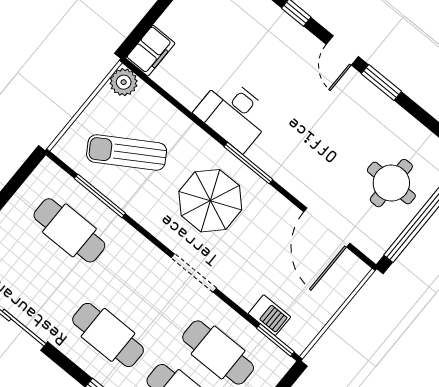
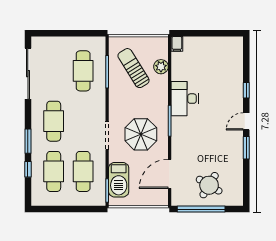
filing cabinet: (150, 51) -> (177, 44), width x0.50
plant: (124, 82) -> (161, 67), moved
round table: (391, 183) -> (209, 185), turned 31
parasol: (210, 201) -> (141, 134), moved
barbecue: (269, 315) -> (119, 180), width x1.88, depth x1.53

